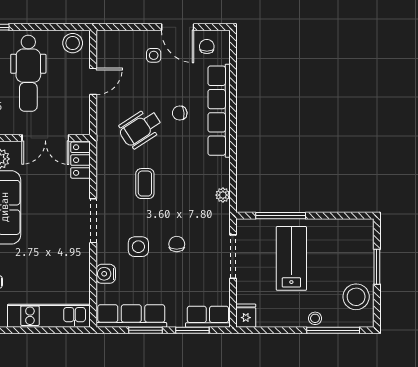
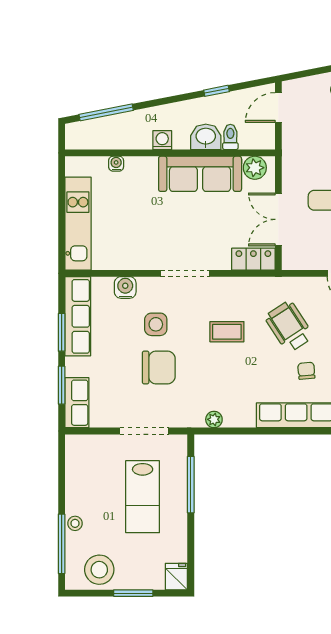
chair: (177, 244) -> (159, 368), width x1.87, depth x1.87
lab bench: (291, 258) -> (143, 497), turned 90
fridge: (246, 316) -> (176, 577), moved, turned -90

